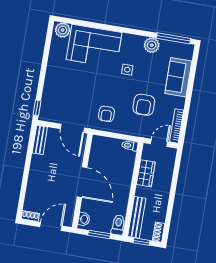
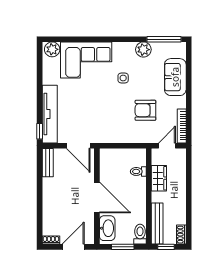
tv unit: (50, 93) -> (50, 114), added
armchair: (144, 105) -> (145, 110), turned 90
armchair: (106, 114) -> (110, 126), removed
toilet: (130, 146) -> (138, 171), moved
washbasin: (84, 219) -> (107, 228), width x1.91, depth x1.45

